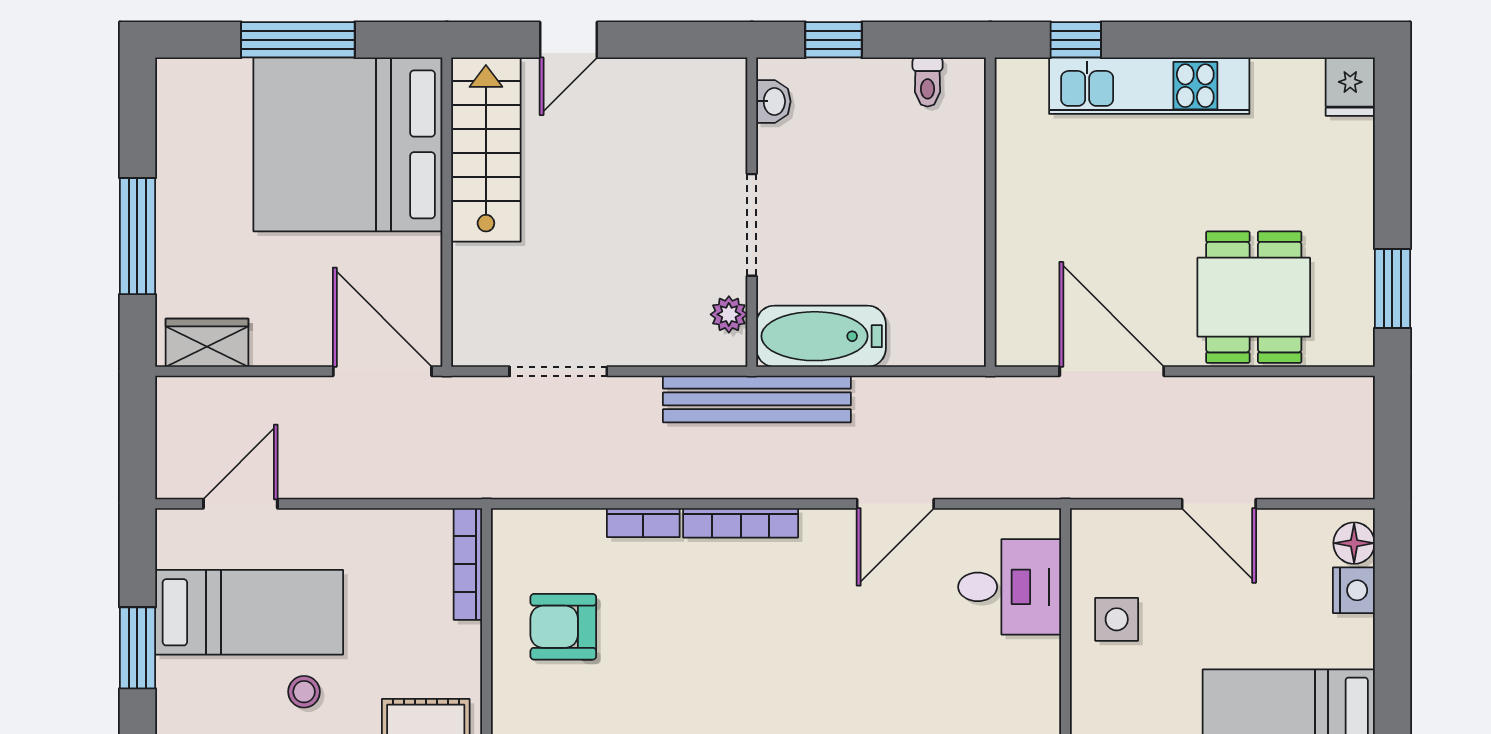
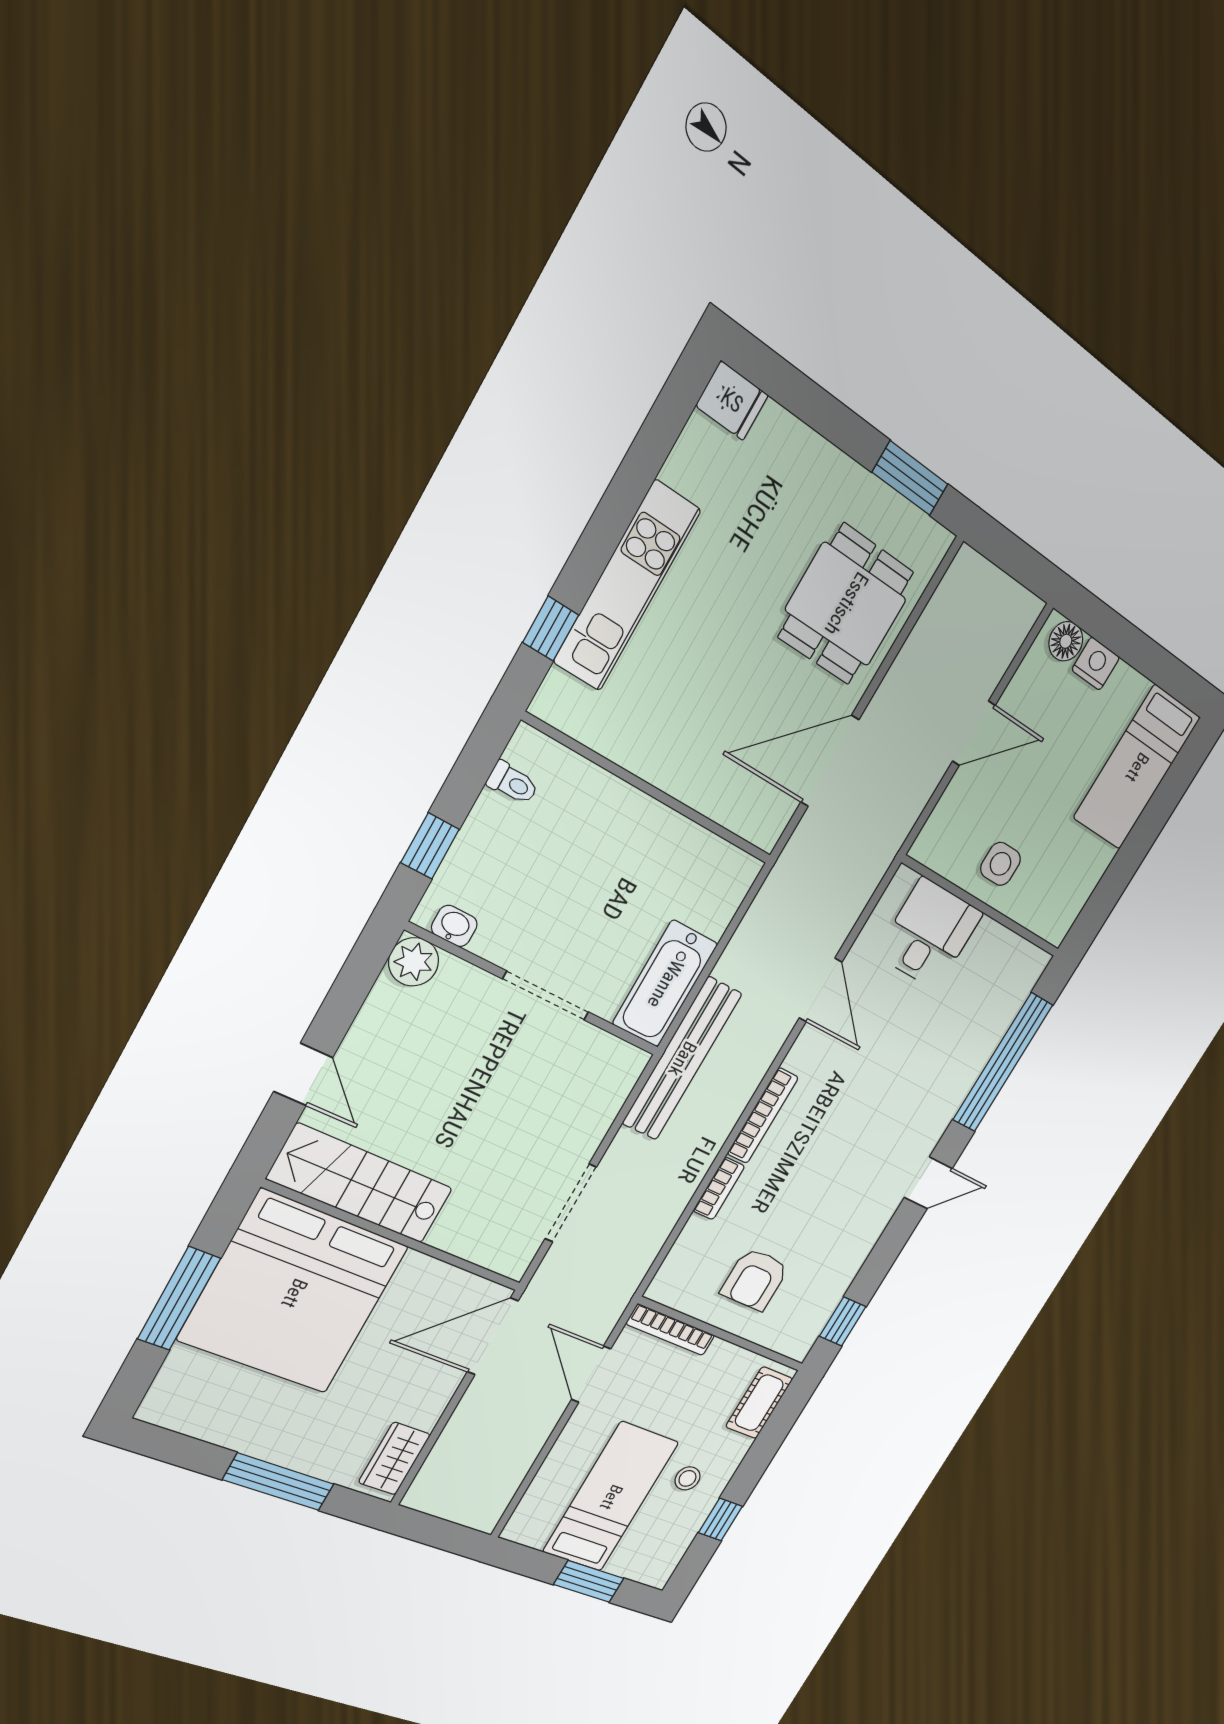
dining table: (1254, 297) -> (846, 604), turned 90
plant: (729, 314) -> (414, 962), moved, width x1.38, depth x1.38
door: (240, 504) -> (591, 1374), moved

